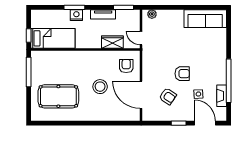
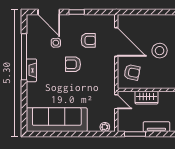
sofa: (205, 19) -> (57, 120), width x1.36, depth x1.27
armchair: (126, 66) -> (132, 72), turned -79
armchair: (168, 96) -> (88, 40), turned 146
fireplace: (222, 96) -> (31, 70), moved

